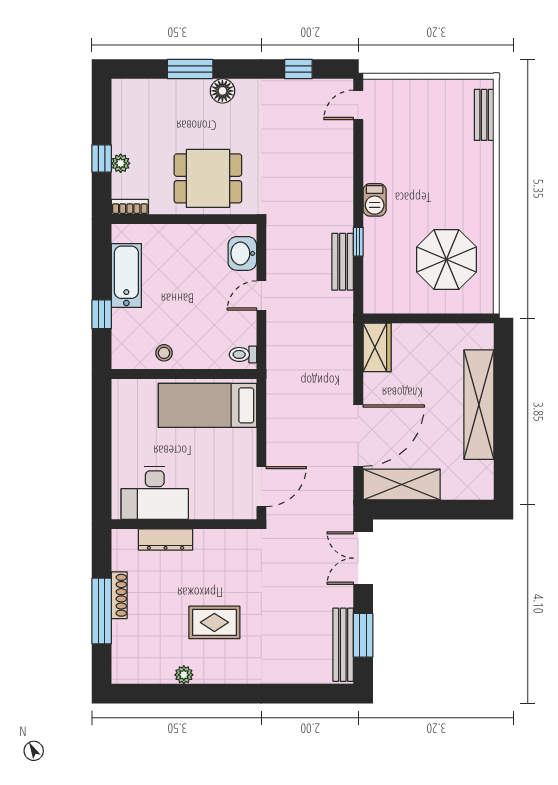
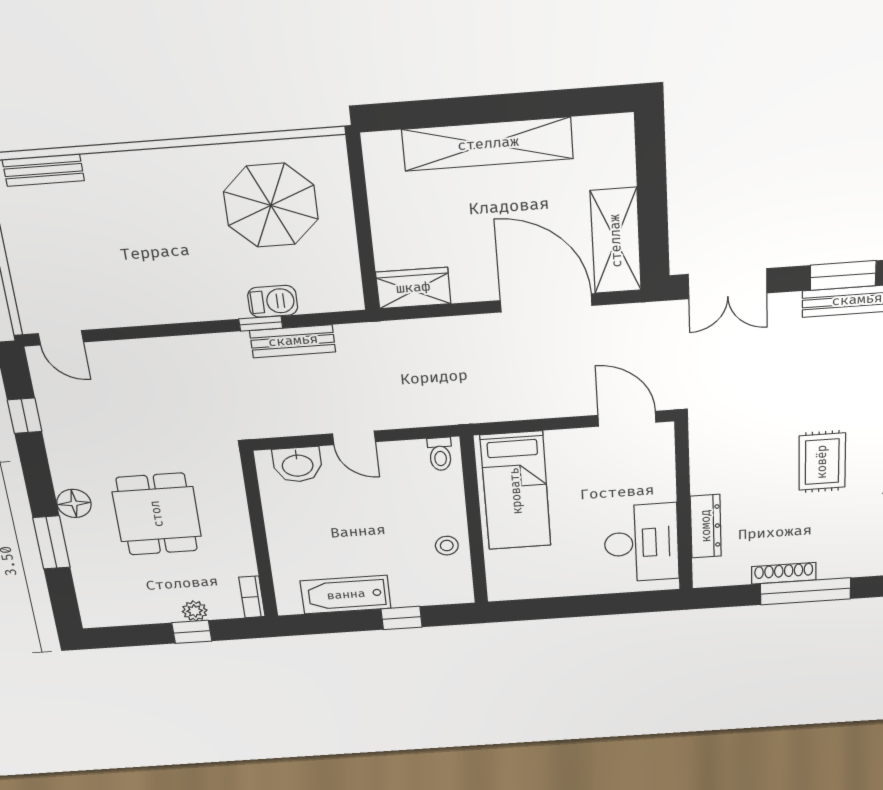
dining table: (208, 178) -> (157, 514), moved
barbecue: (375, 200) -> (273, 301), moved

